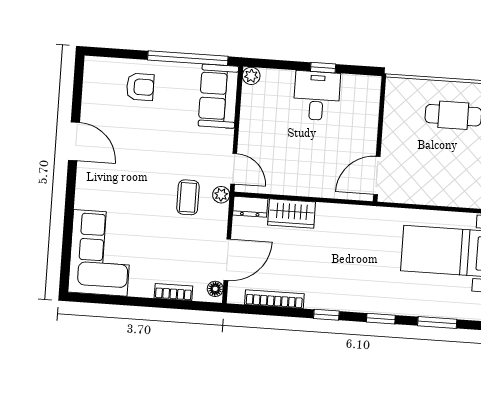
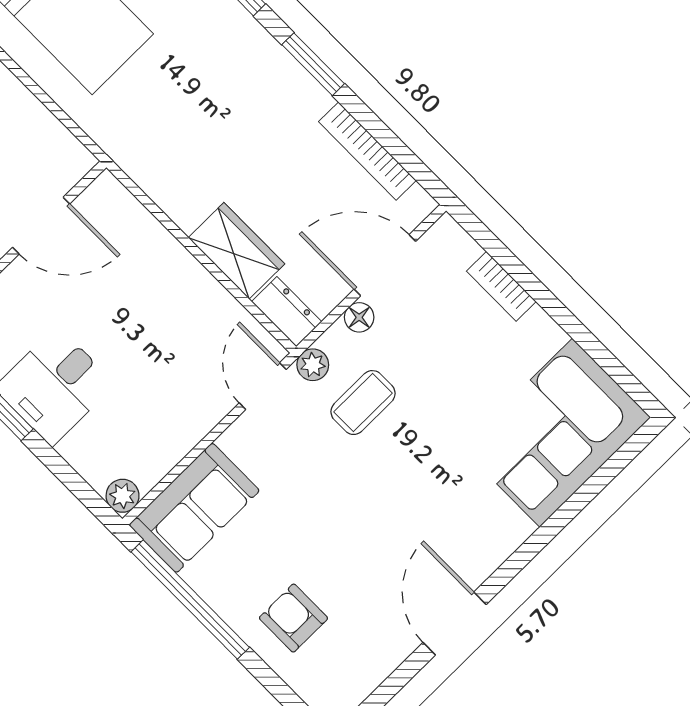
door: (377, 176) -> (41, 226), moved
floor lamp: (215, 289) -> (359, 317), moved
window: (326, 315) -> (313, 64), width x1.50

